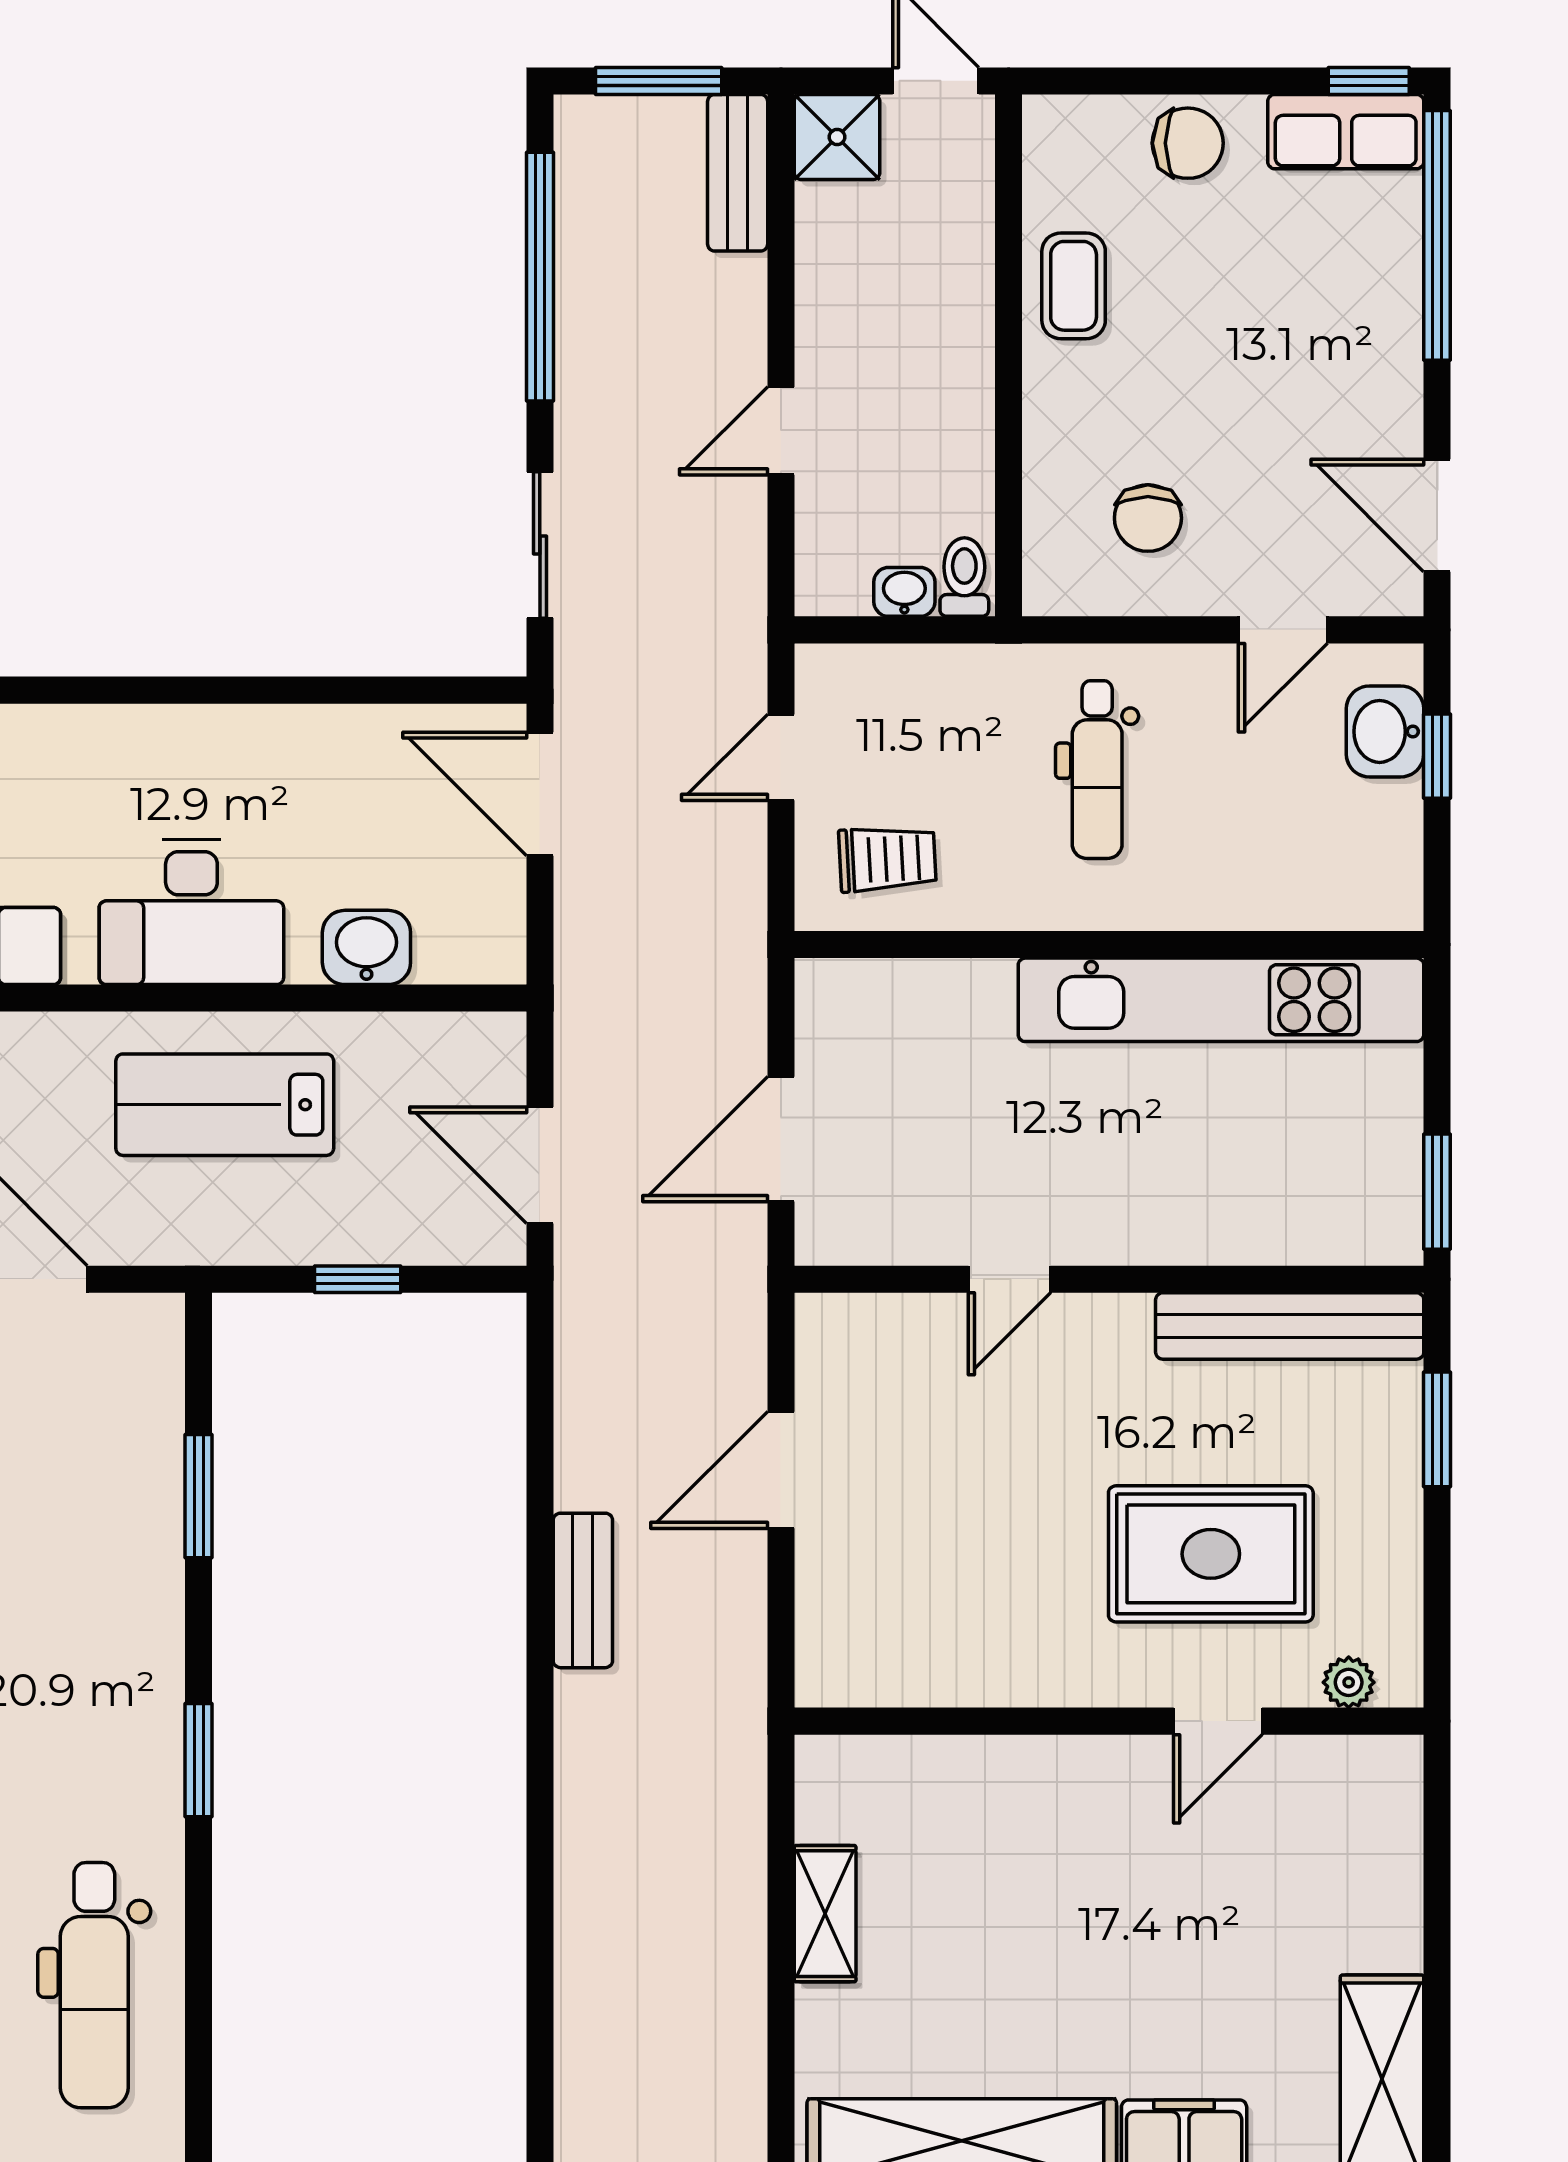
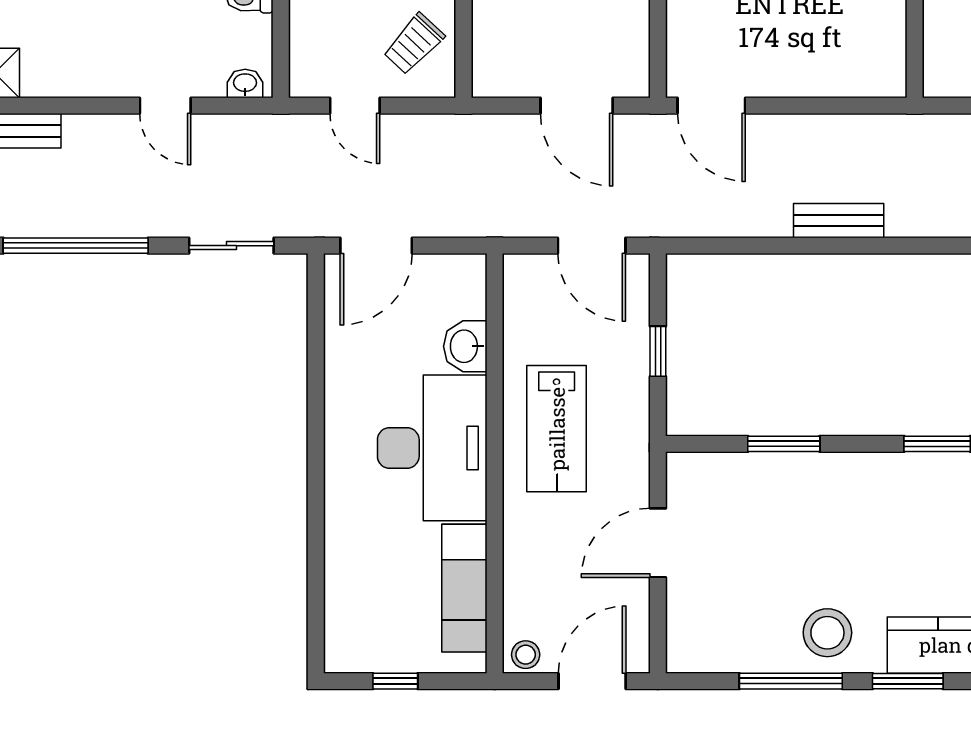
washbasin: (904, 592) -> (245, 83), moved, turned 90
trolley: (887, 859) -> (414, 44), turned -134
desk: (191, 912) -> (432, 448), width x1.36, depth x1.30
door: (540, 1165) -> (592, 246), hinge flipped
door: (781, 1470) -> (711, 106), moved

